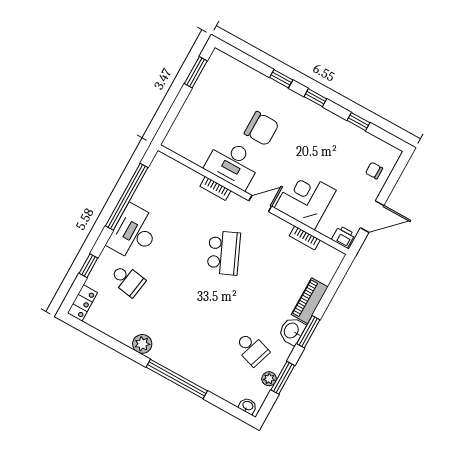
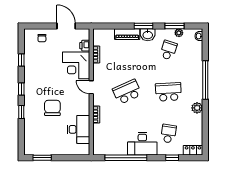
desk: (233, 164) -> (79, 129), moved
printer: (343, 237) -> (85, 46), moved
school desk: (190, 315) -> (168, 92), added

